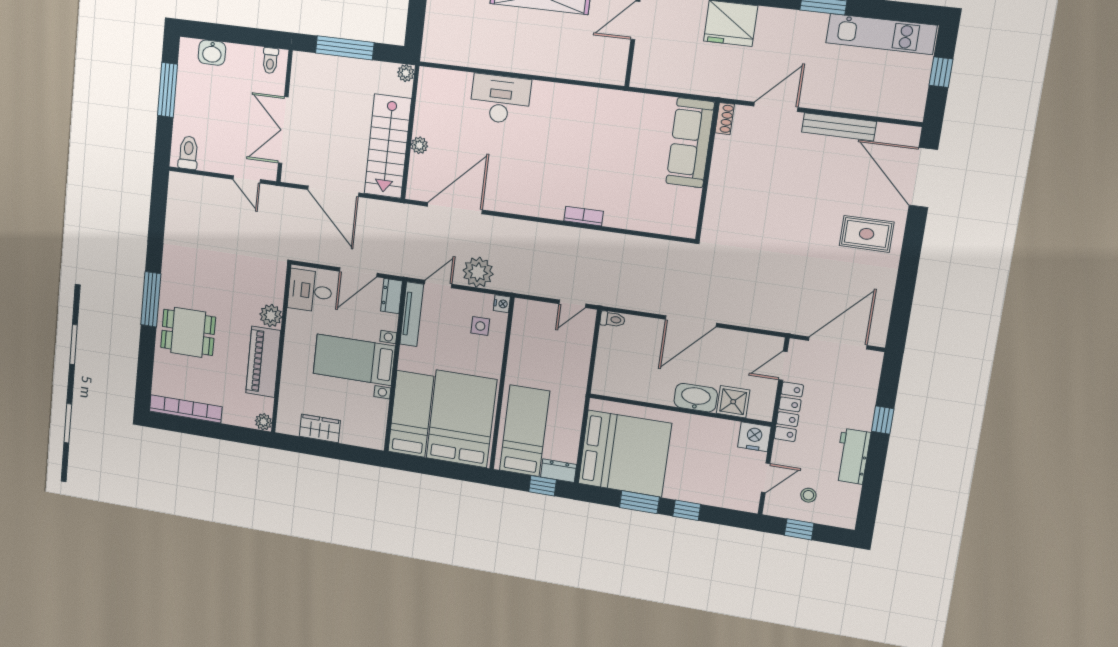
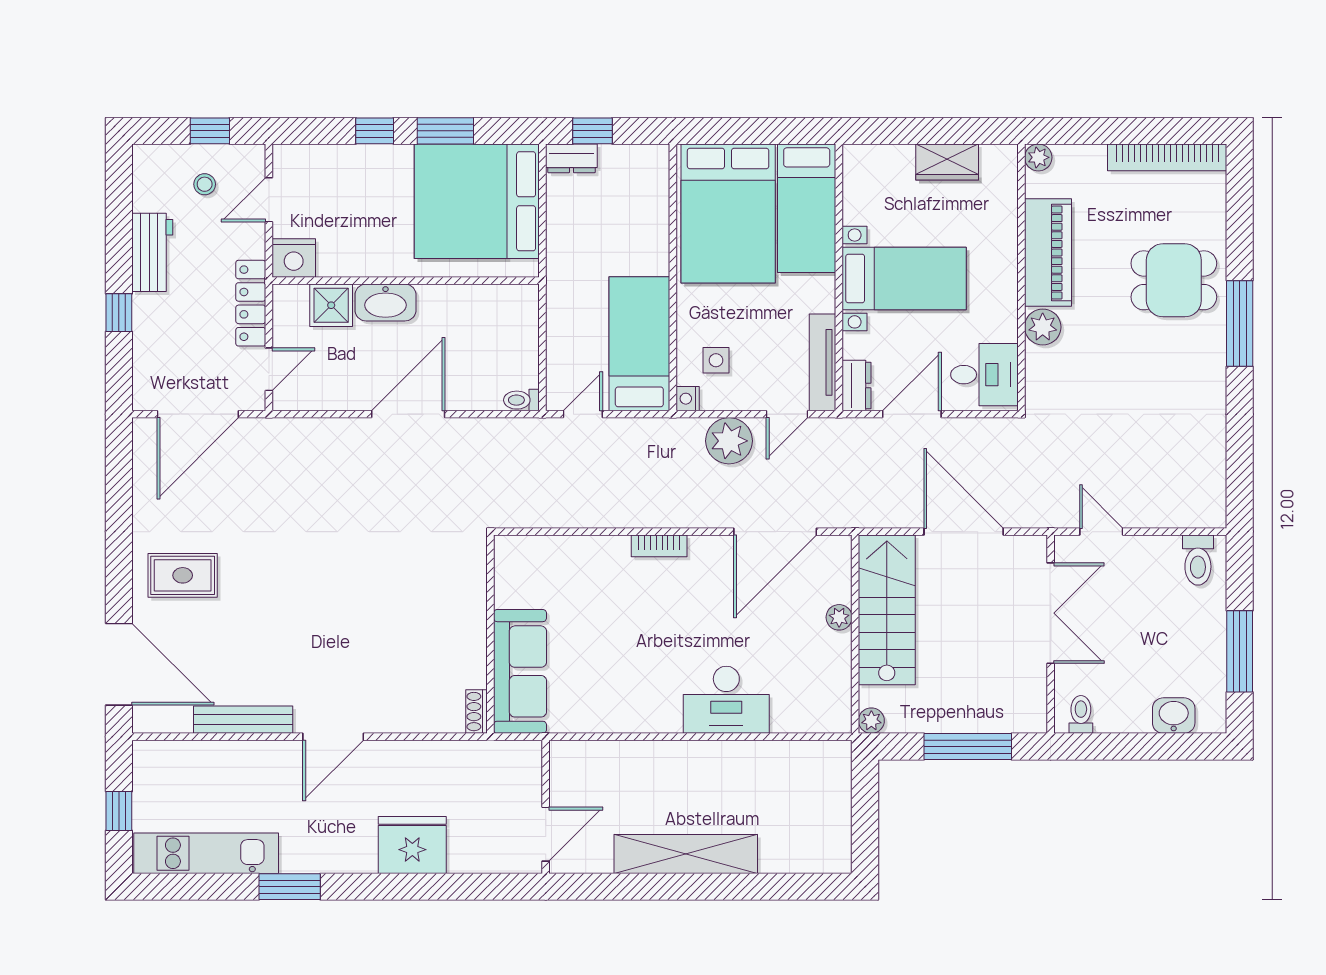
shoe rack: (725, 119) -> (476, 712), moved
sofa: (690, 143) -> (520, 671), moved
wall: (707, 171) -> (490, 634), moved
bookcase: (584, 216) -> (659, 546), moved
bed: (525, 431) -> (639, 344), moved, turned 180

